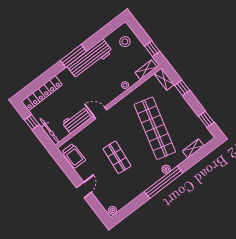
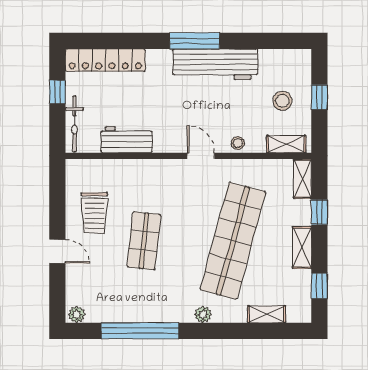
stool: (125, 42) -> (282, 101), moved
window: (152, 49) -> (319, 97), moved
shelving: (186, 109) -> (302, 248), added
door: (100, 113) -> (201, 156), moved
trolley: (74, 156) -> (94, 213), moved
window: (164, 182) -> (140, 331), moved
door: (84, 190) -> (57, 251), hinge flipped

